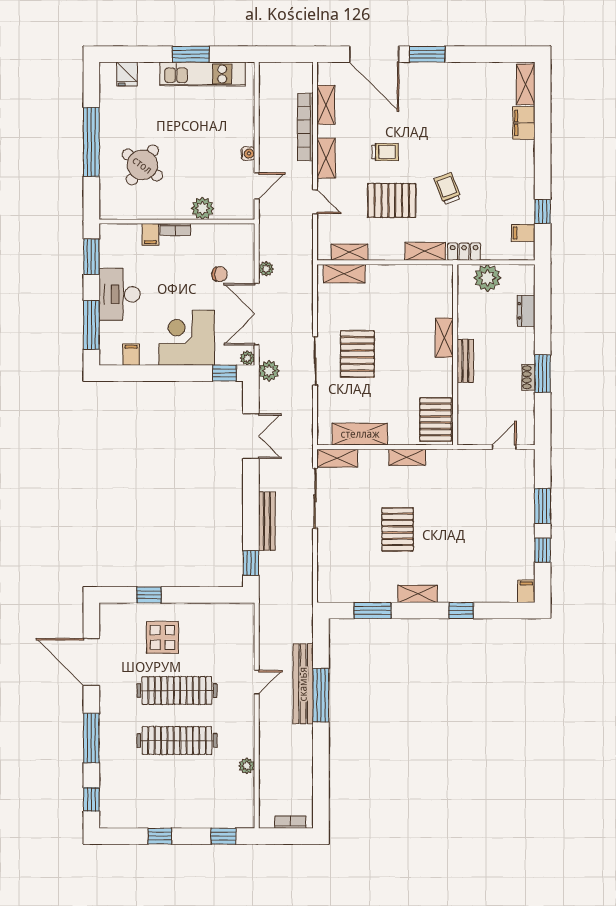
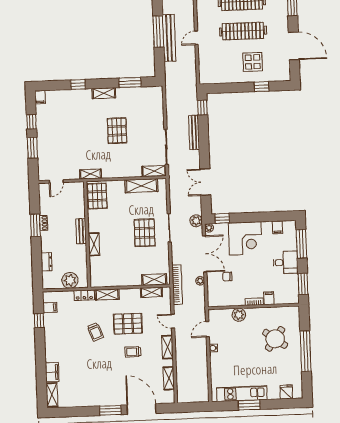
bookcase: (305, 127) -> (177, 285), moved
desk: (120, 294) -> (286, 262), width x0.73
shelving: (407, 457) -> (91, 174), moved

